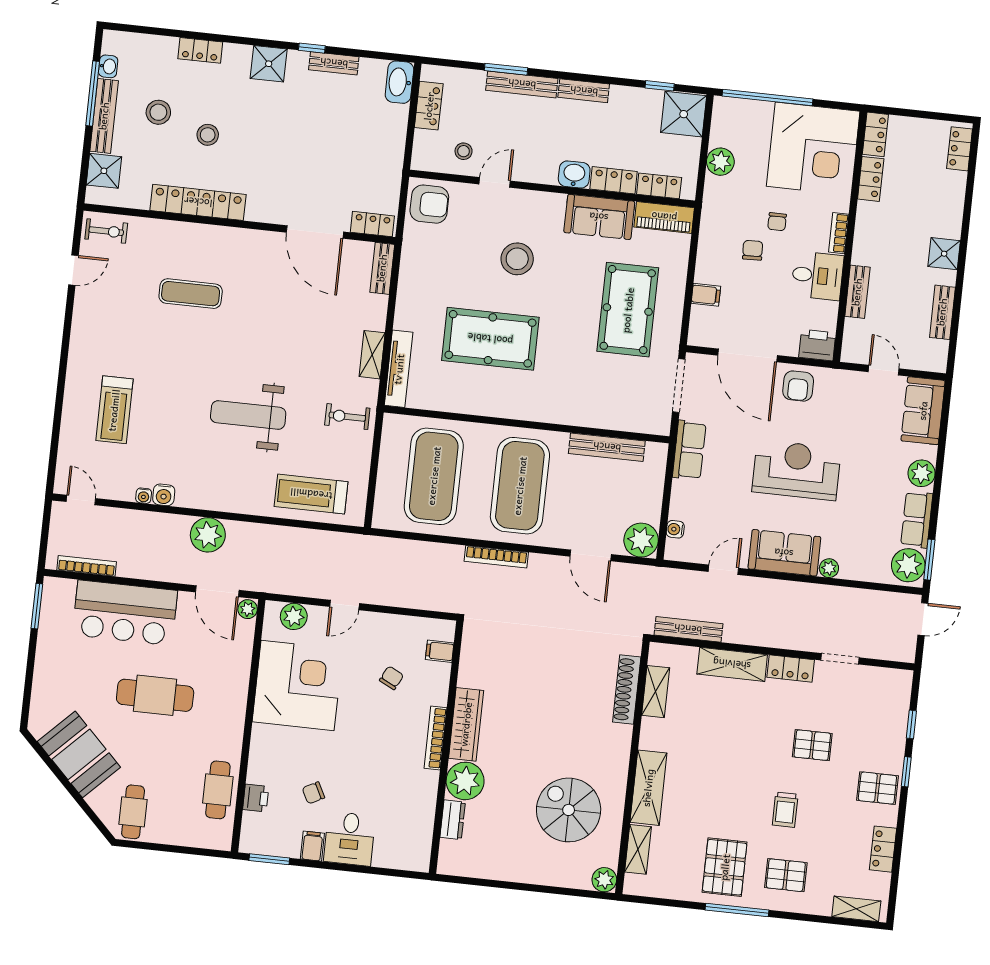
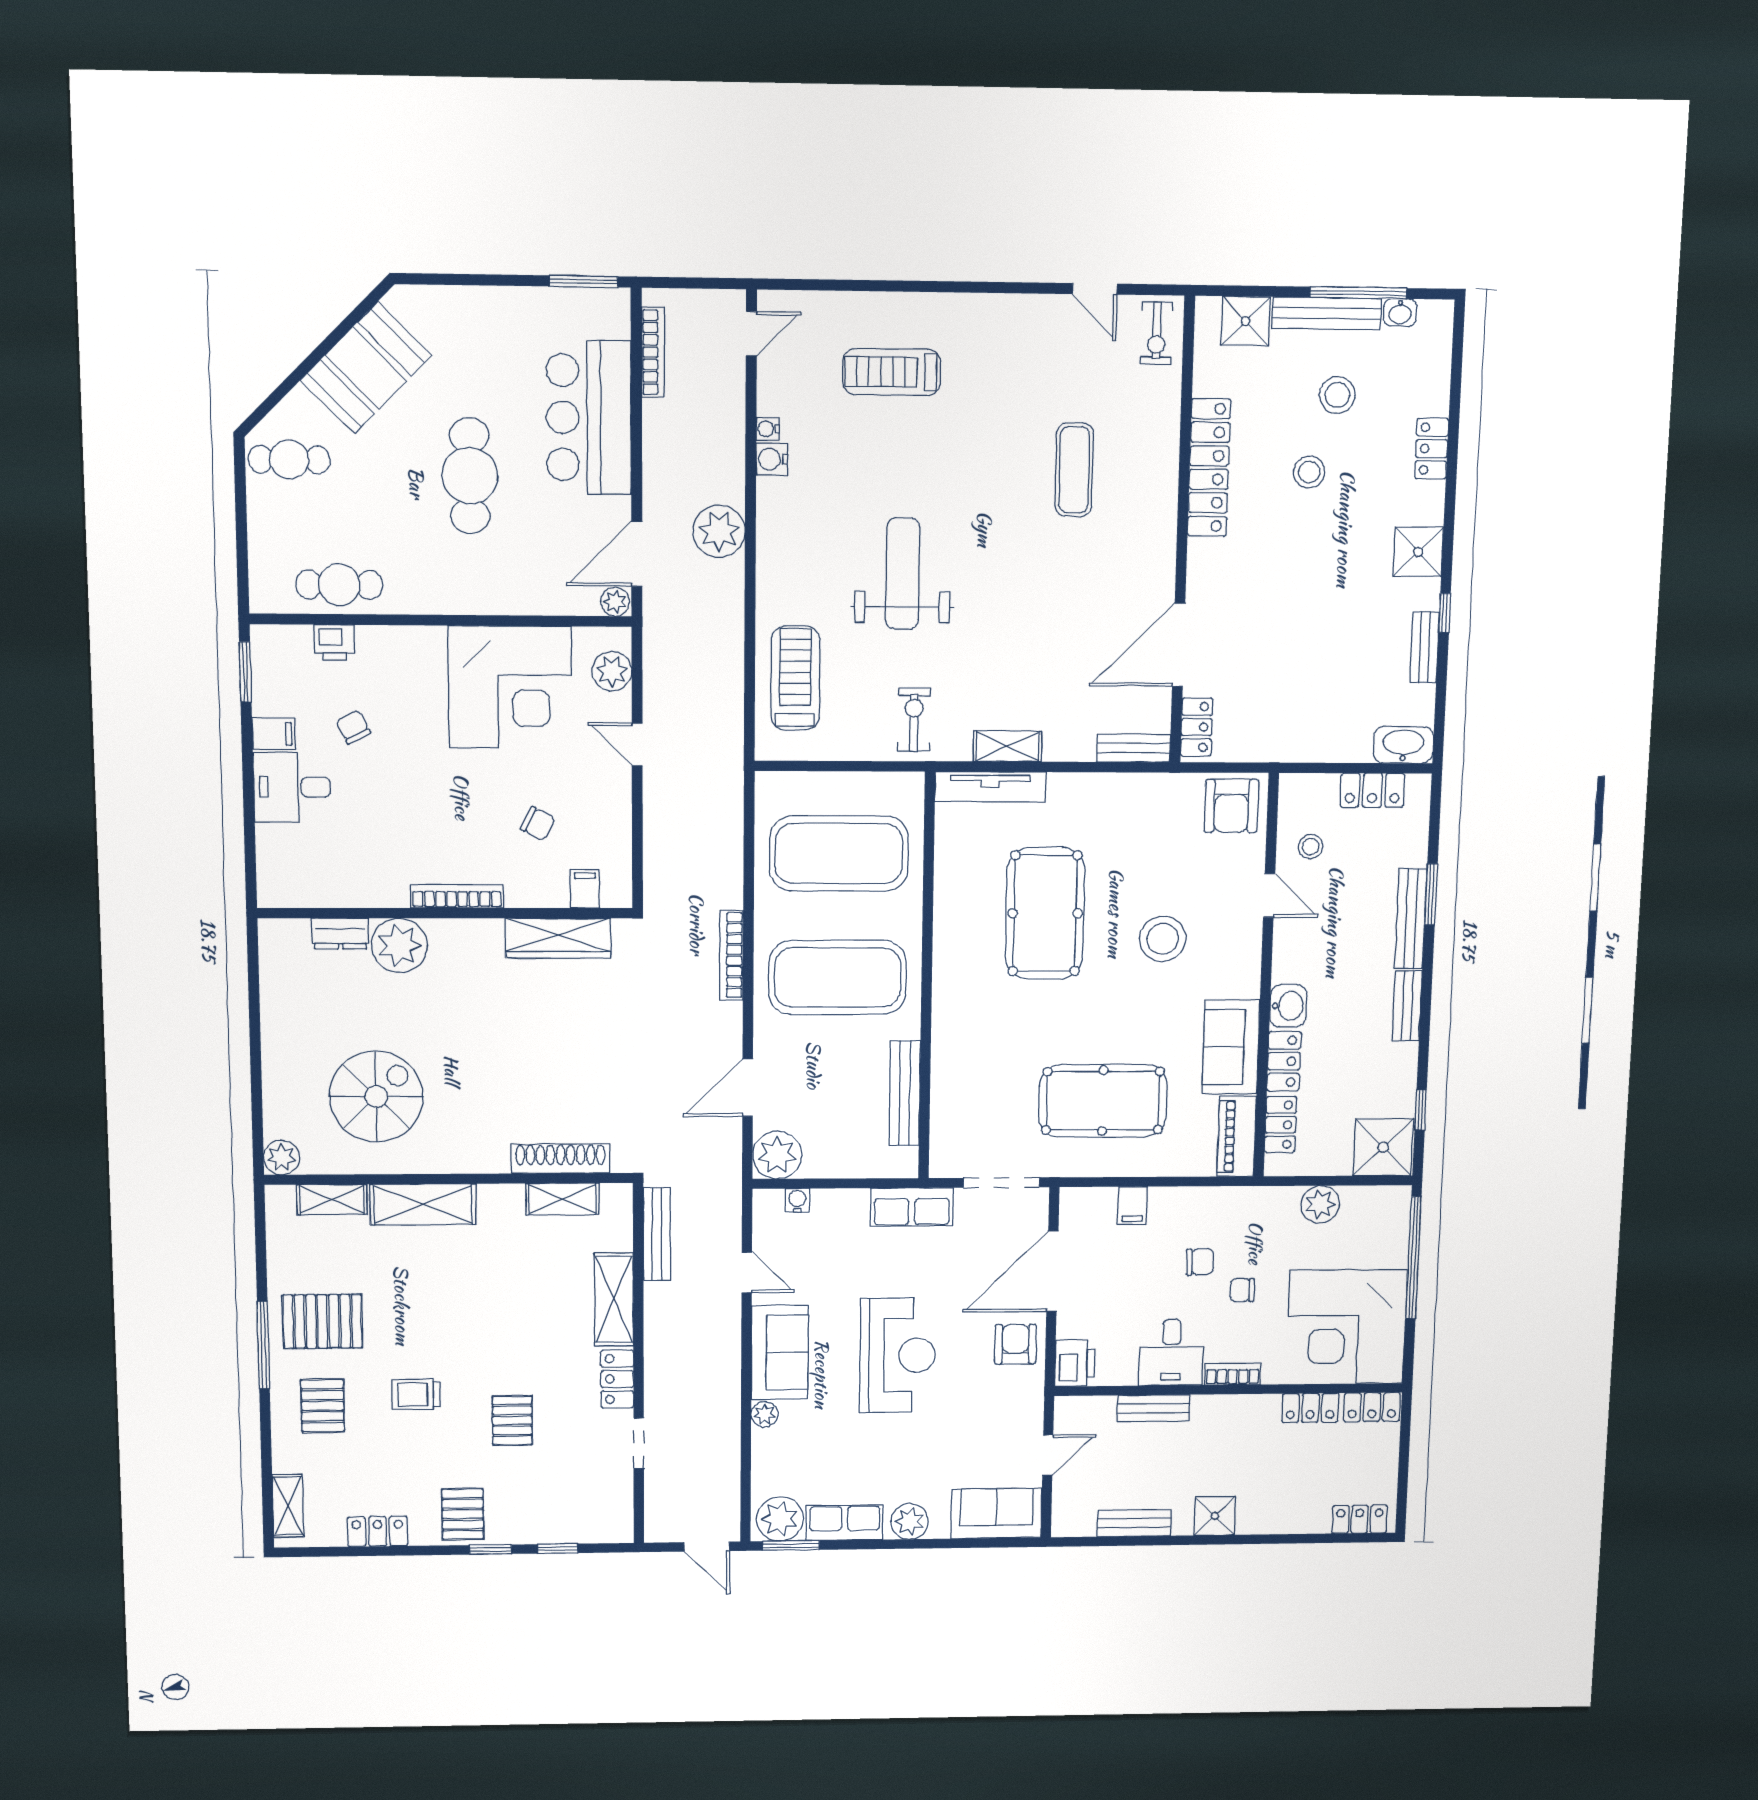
armchair: (798, 386) -> (1015, 1344), turned 90
wardrobe: (466, 724) -> (558, 938), moved

